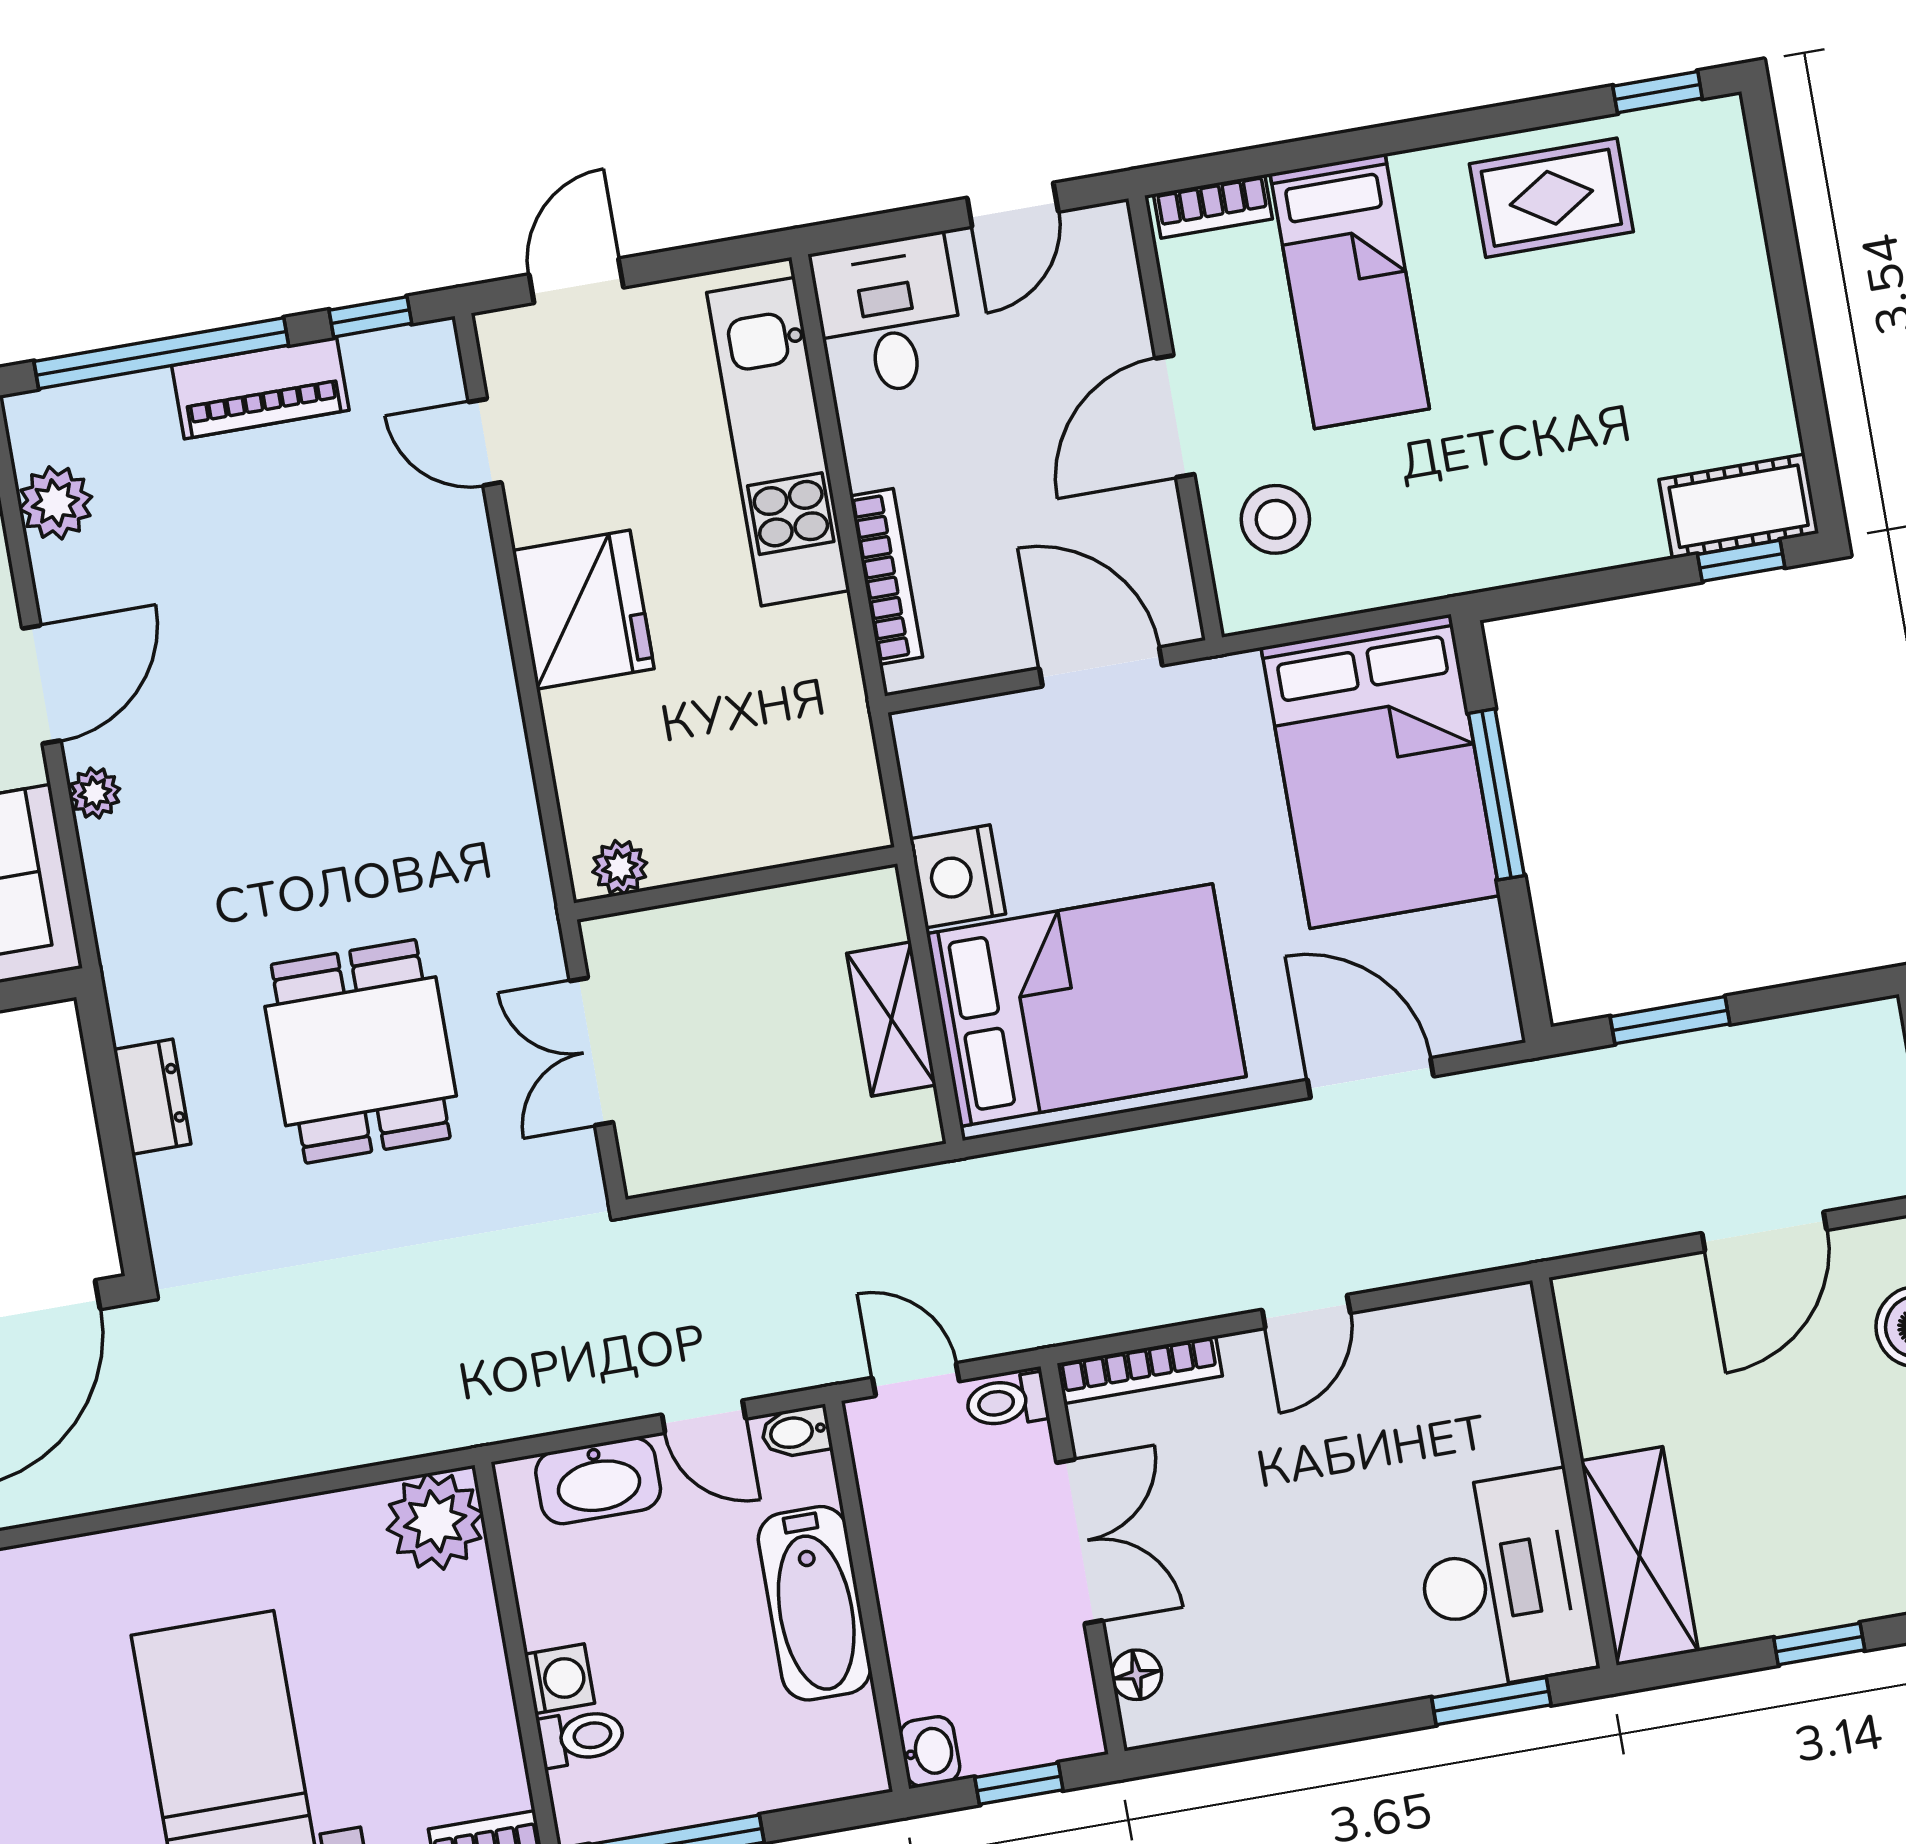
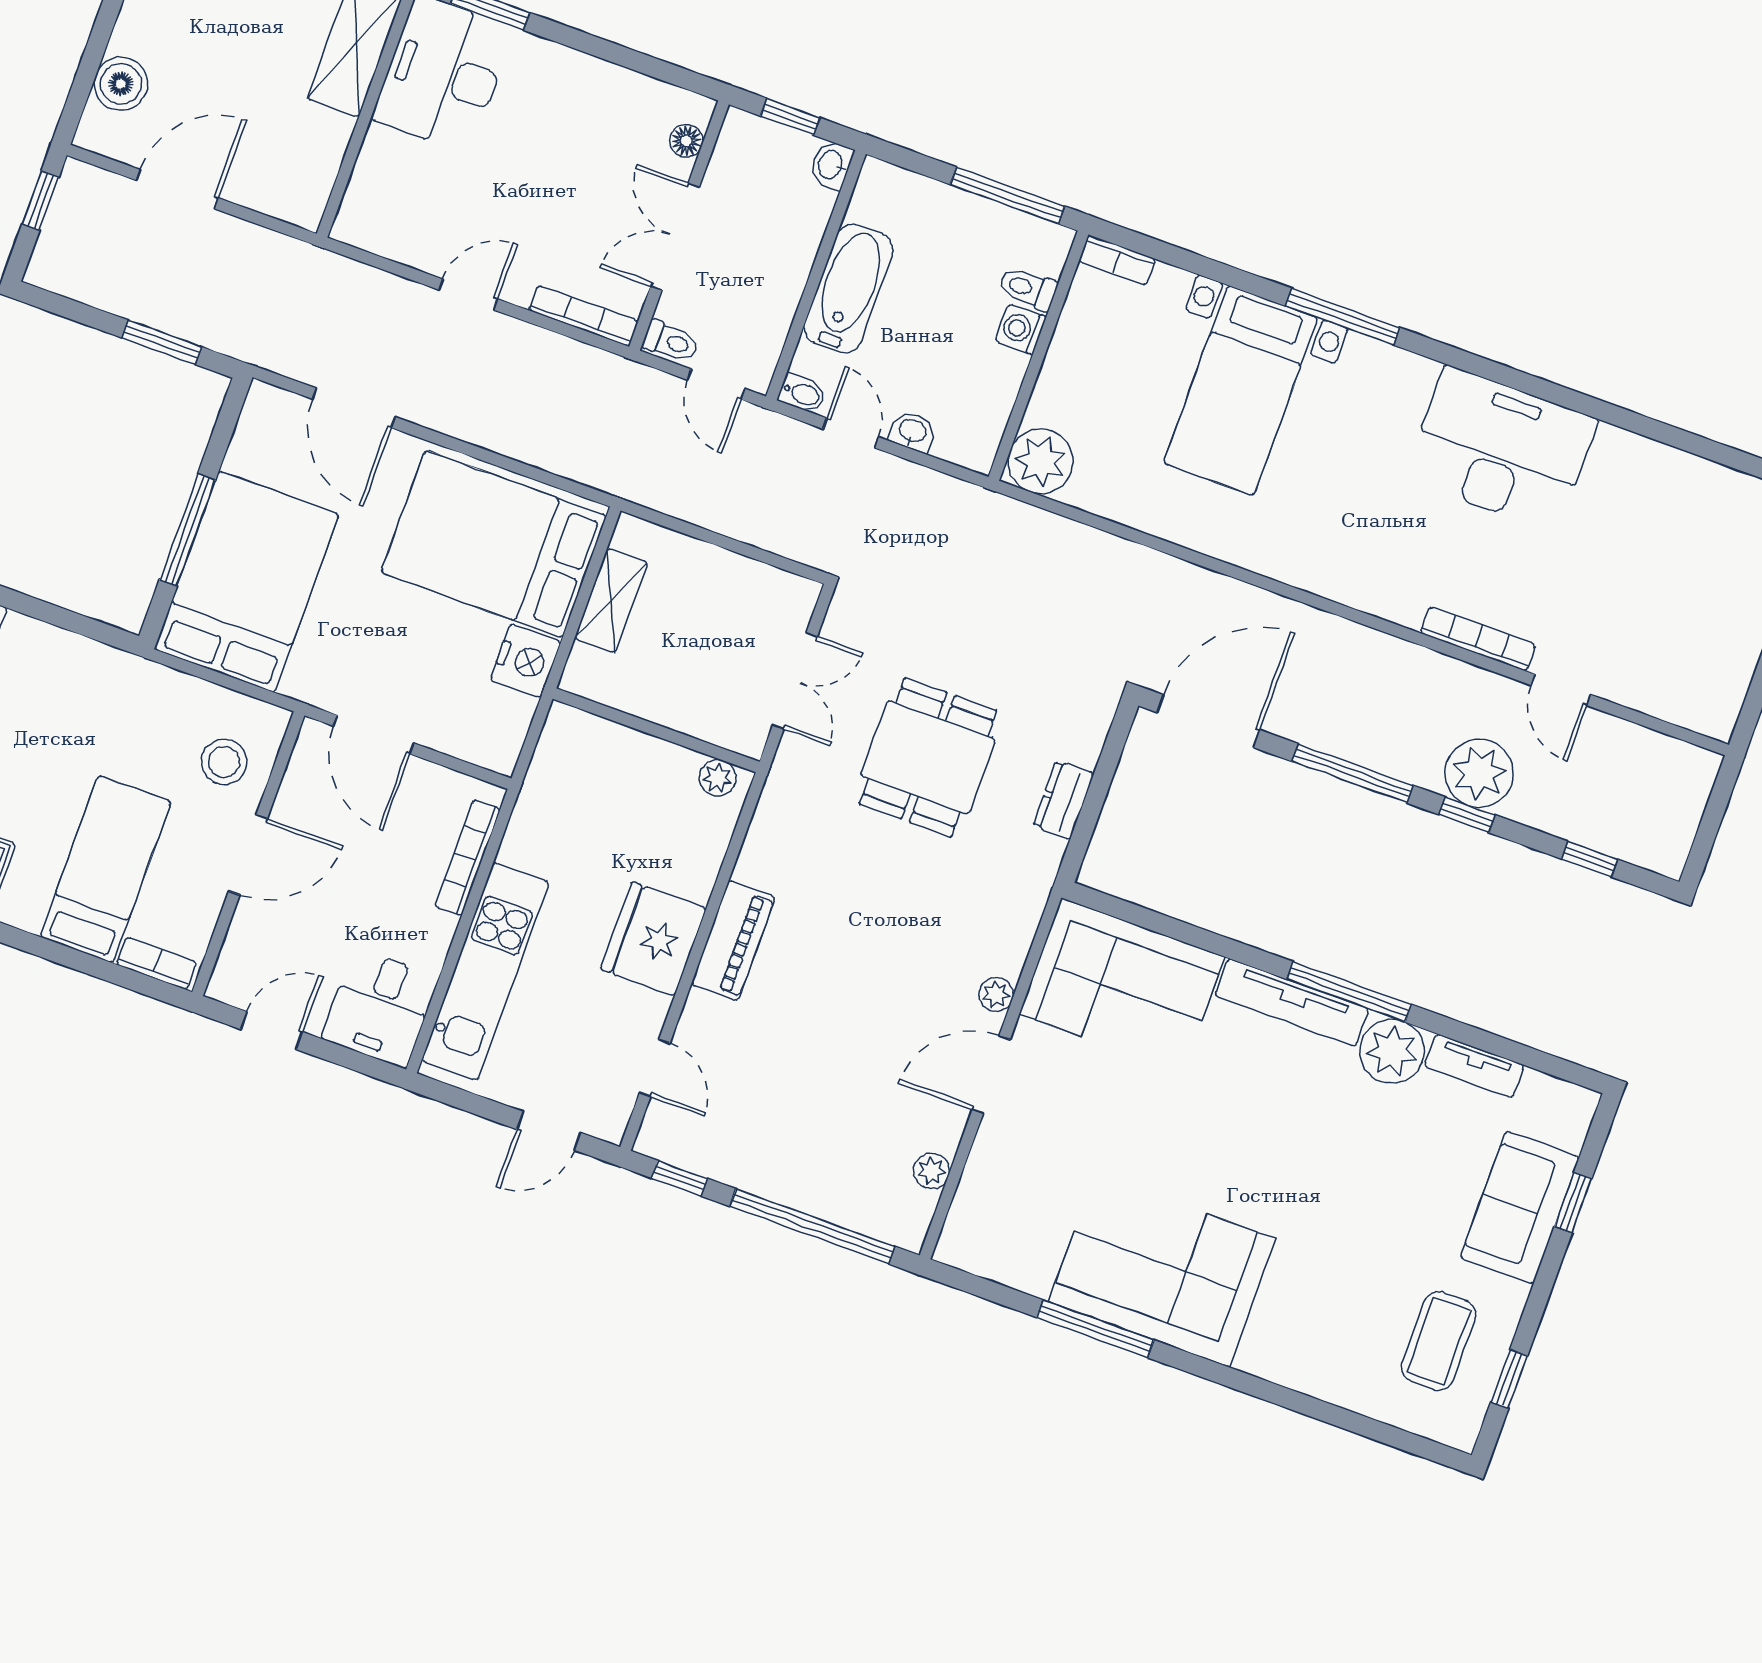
piano: (260, 388) -> (733, 941), moved, turned 90
plant: (55, 503) -> (932, 1171), width x0.73, depth x0.73
washbasin: (598, 1481) -> (912, 431), width x0.52, depth x0.69

